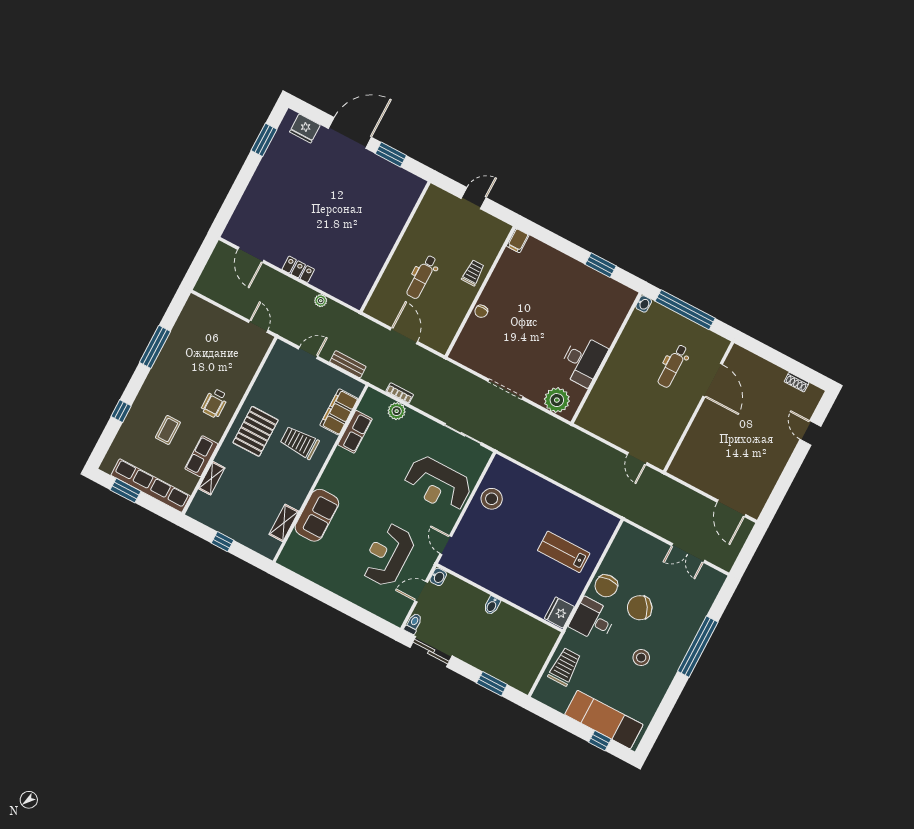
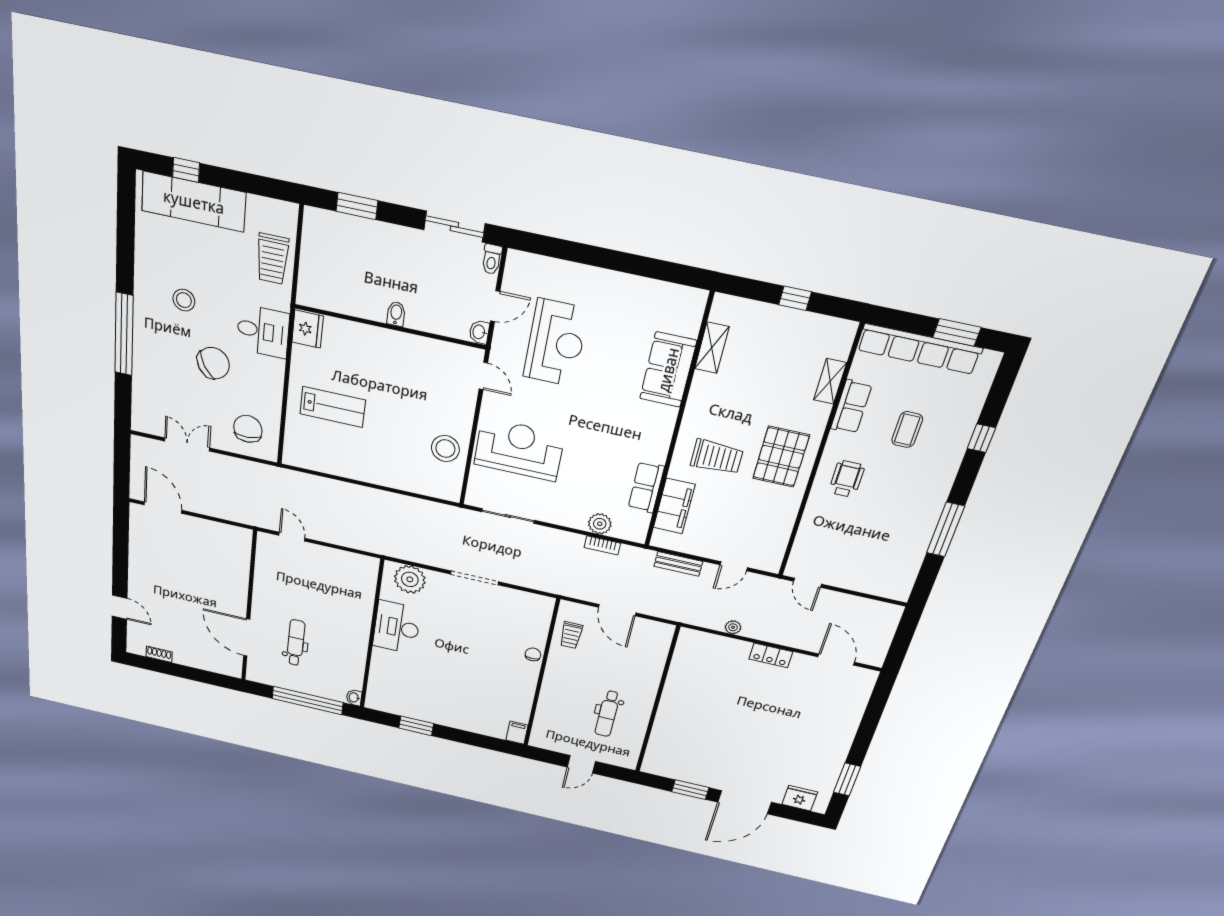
trolley: (473, 273) -> (571, 635), moved
dental chair: (422, 277) -> (607, 714), moved, turned 180
chair: (606, 586) -> (248, 429), moved

